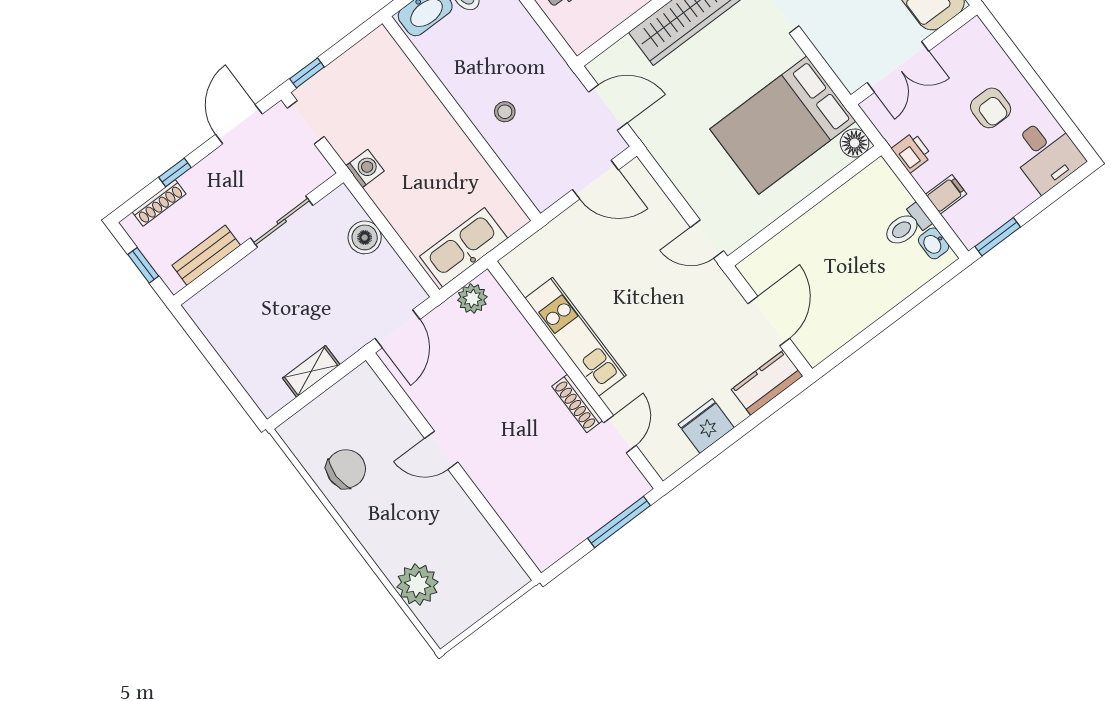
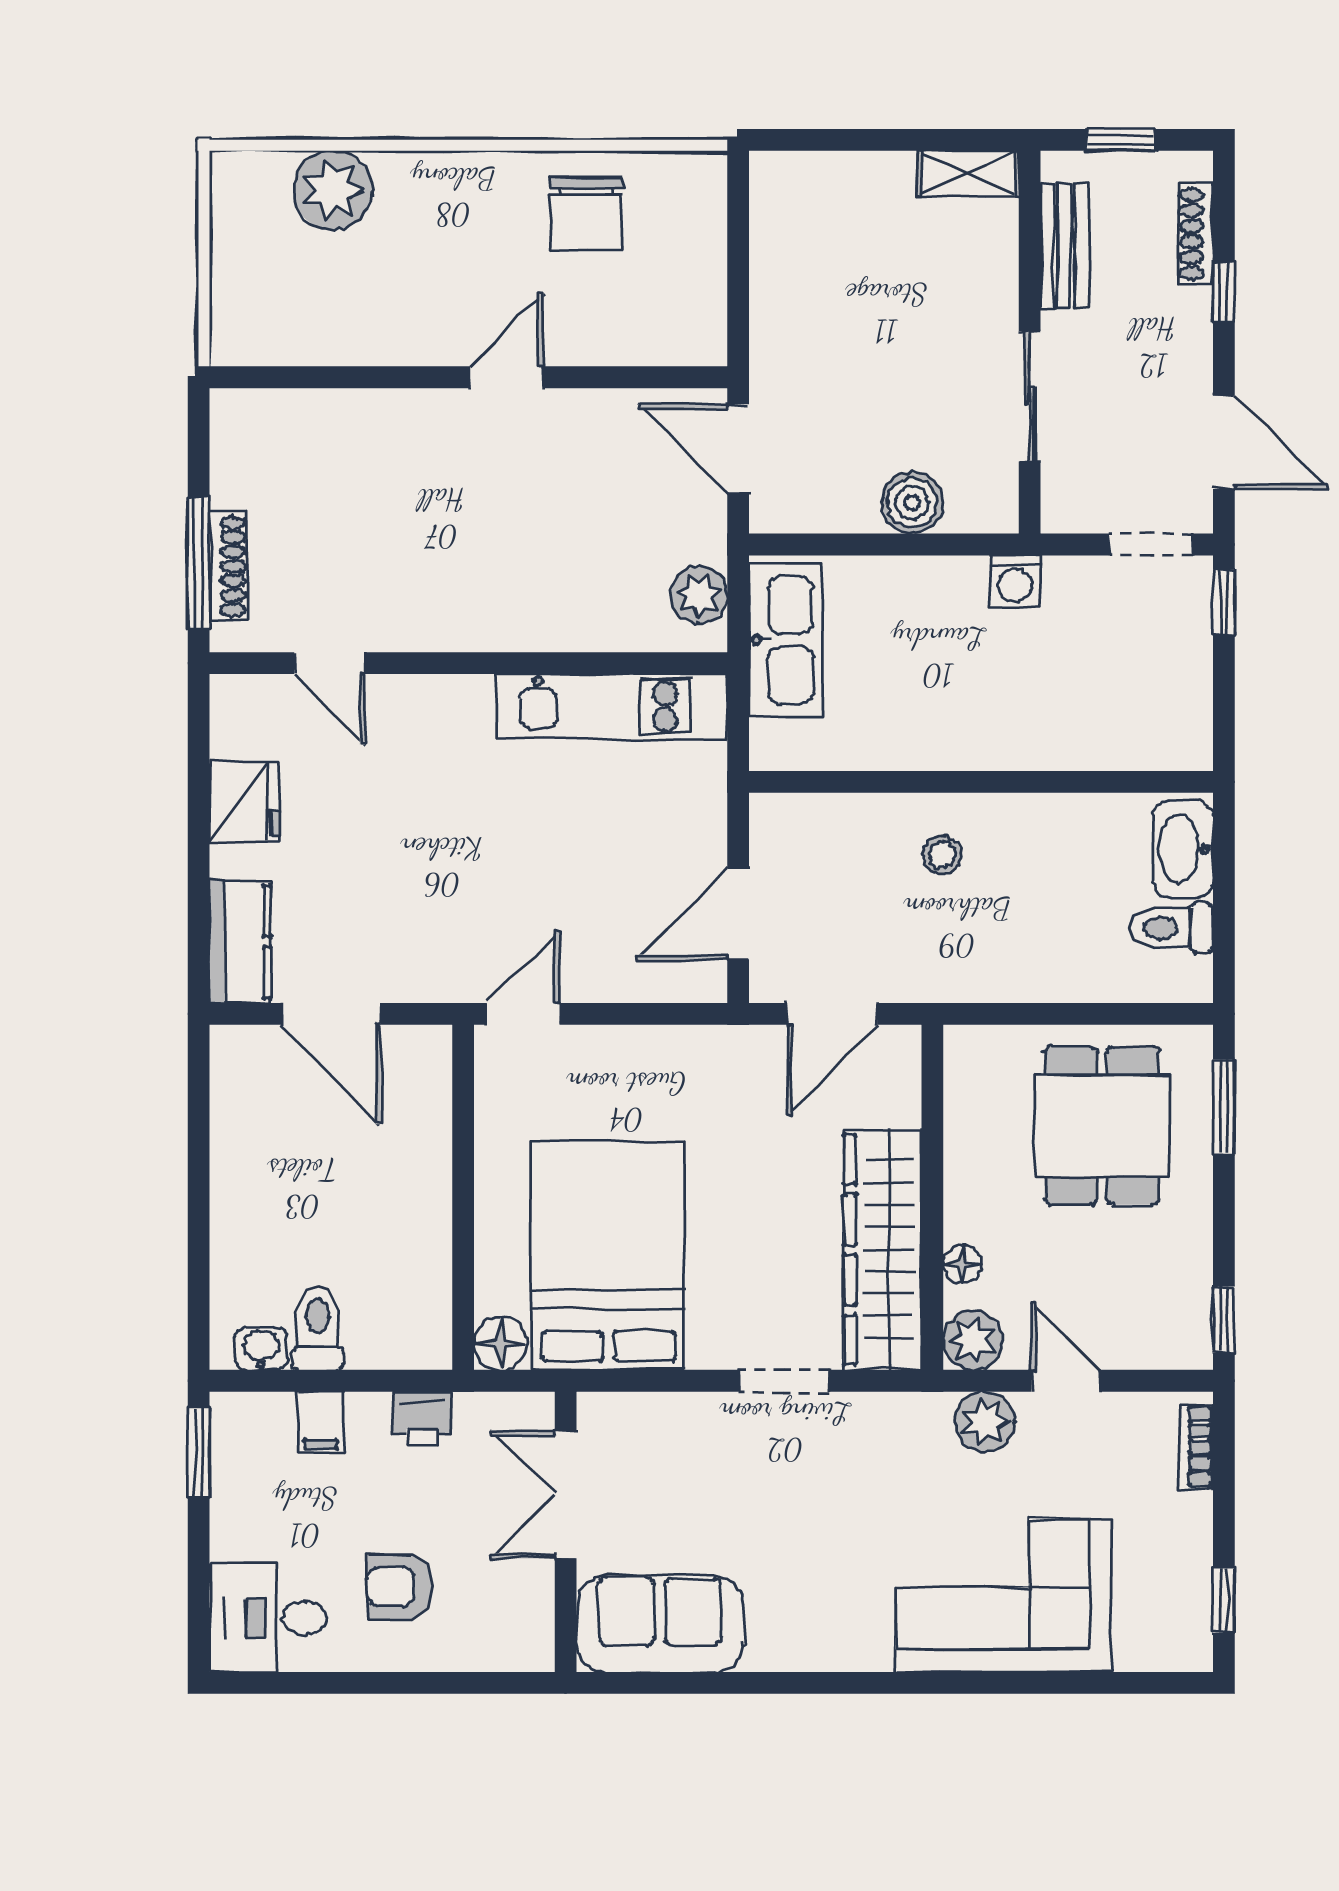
kitchen unit: (575, 337) -> (612, 706), moved
shelving: (311, 371) -> (968, 173), moved, turned 90
shoe rack: (577, 403) -> (228, 566), moved, turned 90

